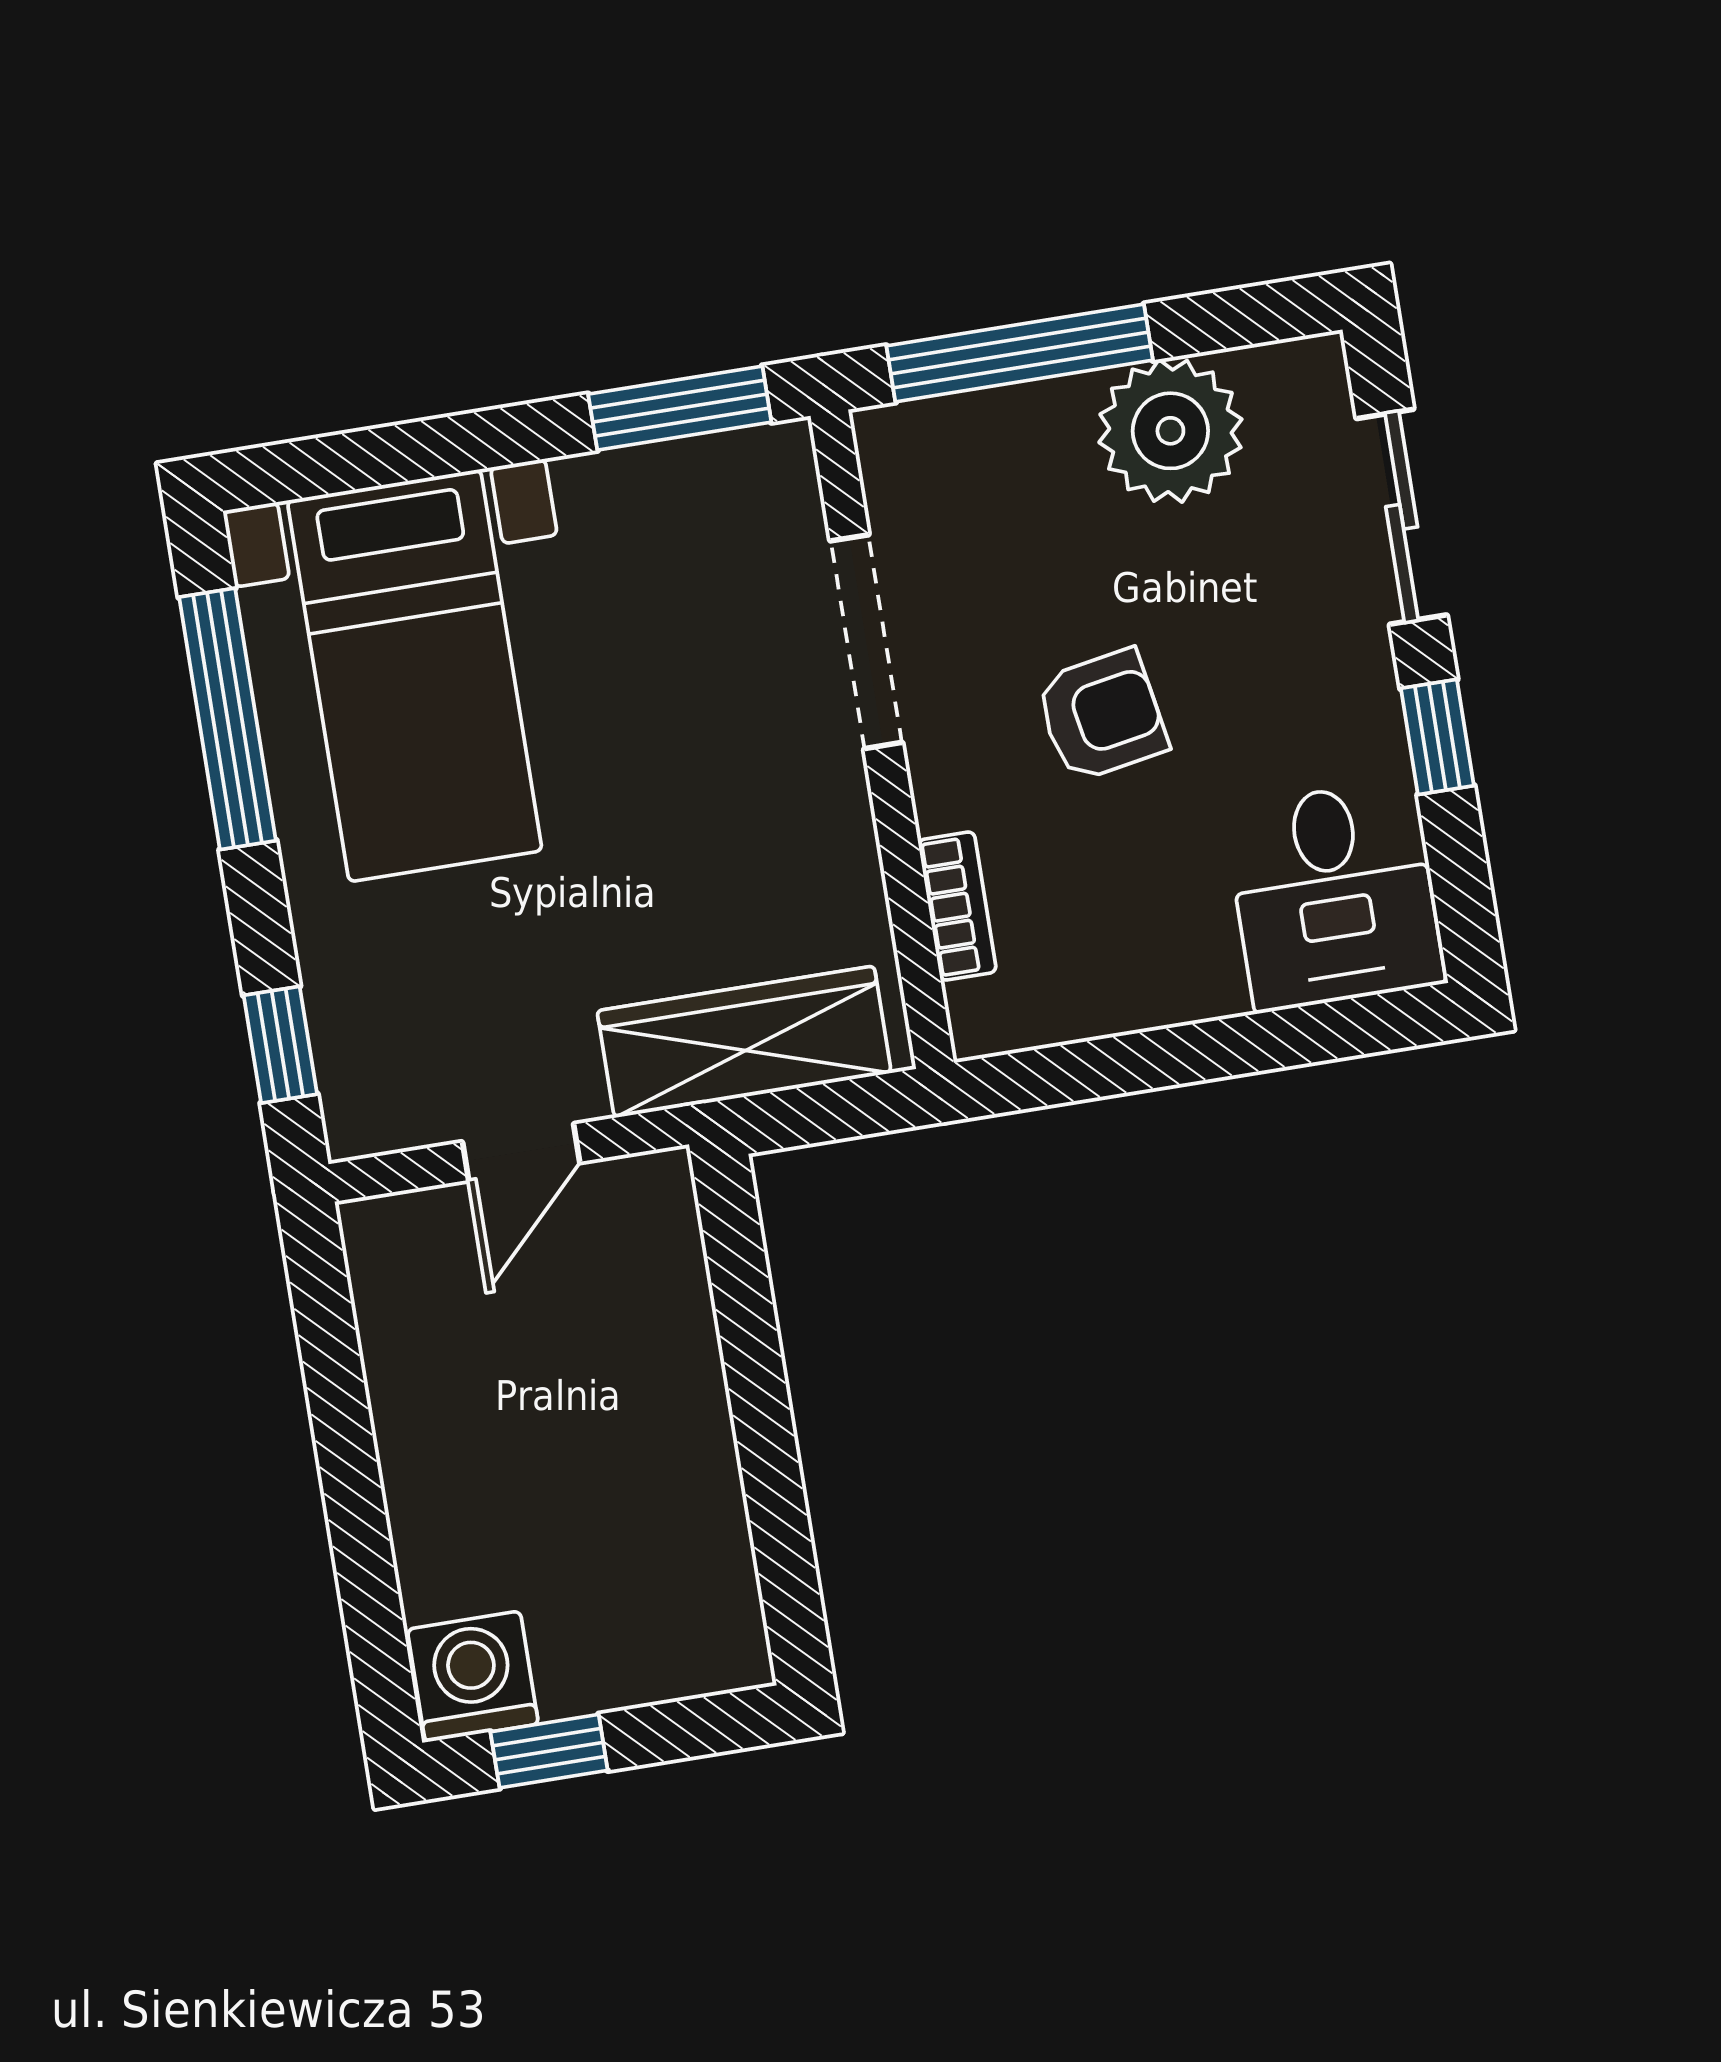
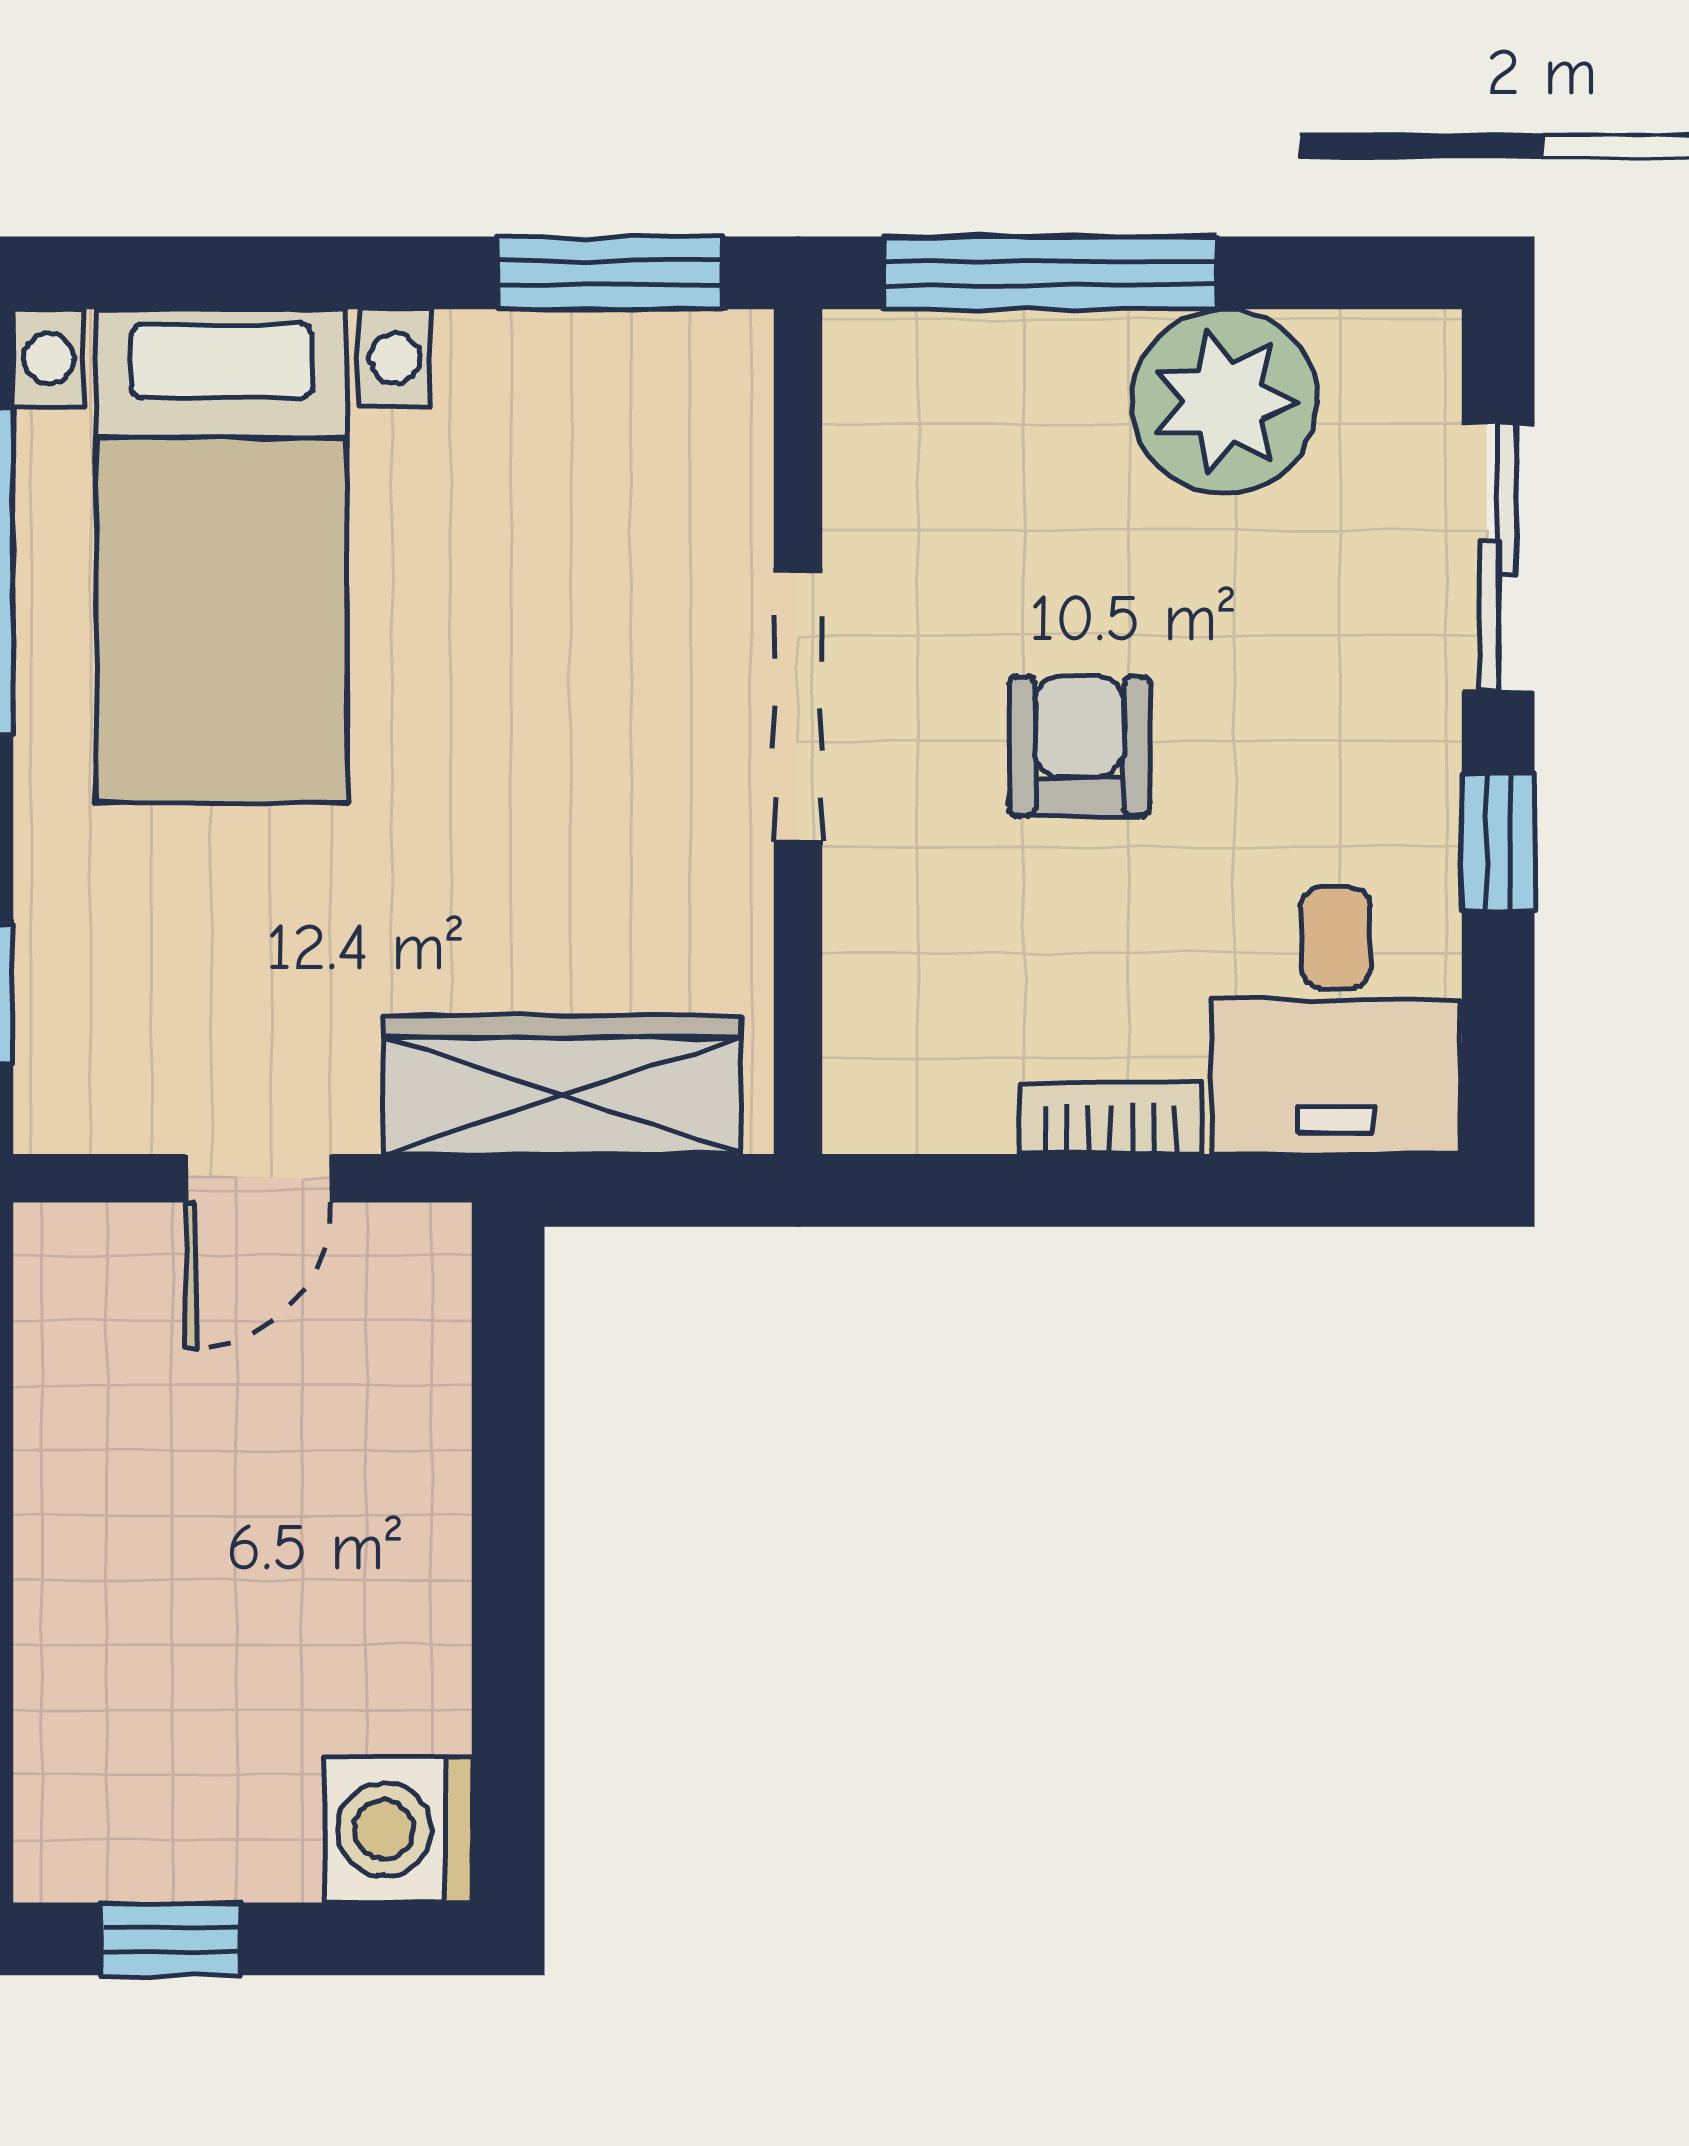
doorway: (866, 642) -> (798, 706), moved
armchair: (1101, 715) -> (1079, 746), turned -80
bookcase: (957, 906) -> (1111, 1118), moved, turned -90
washing machine: (473, 1677) -> (399, 1829), moved, turned -90

